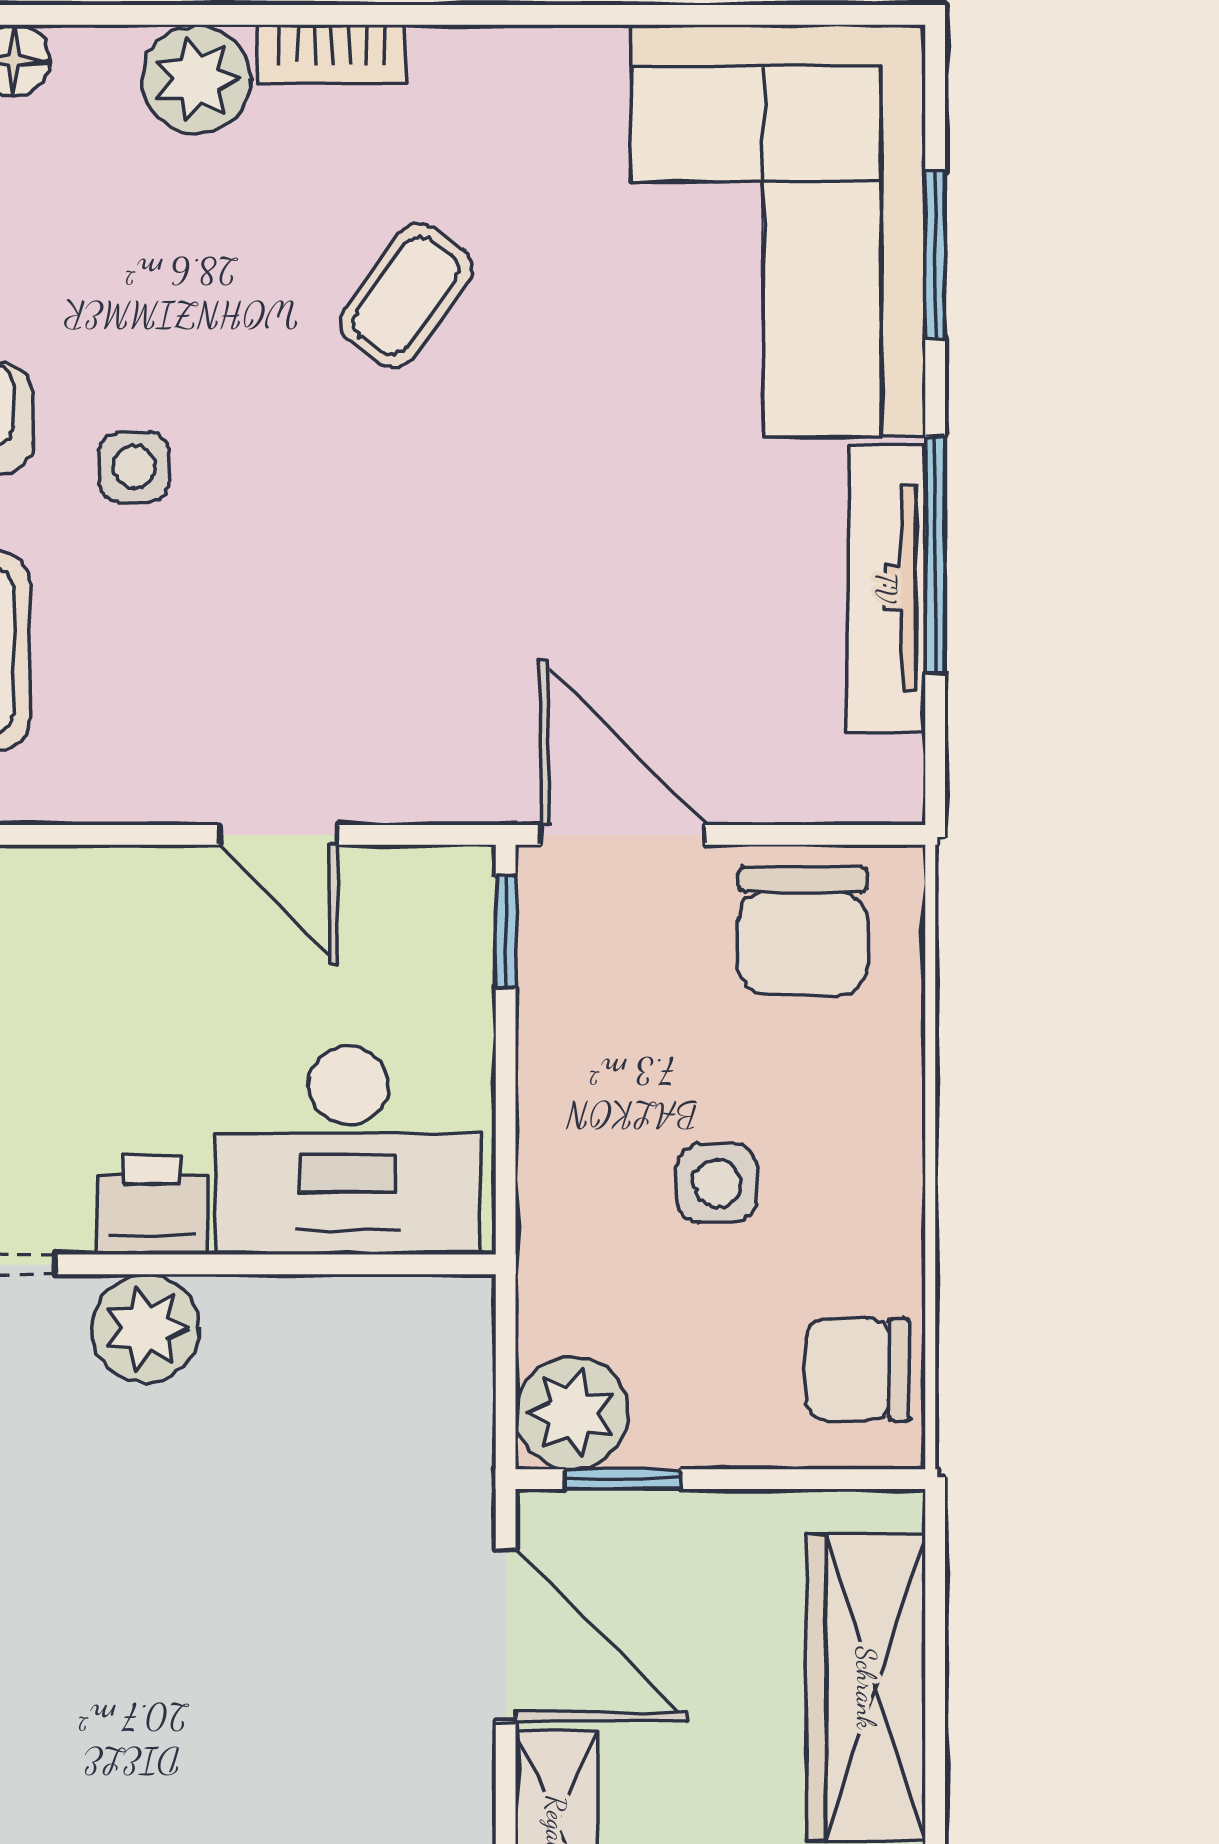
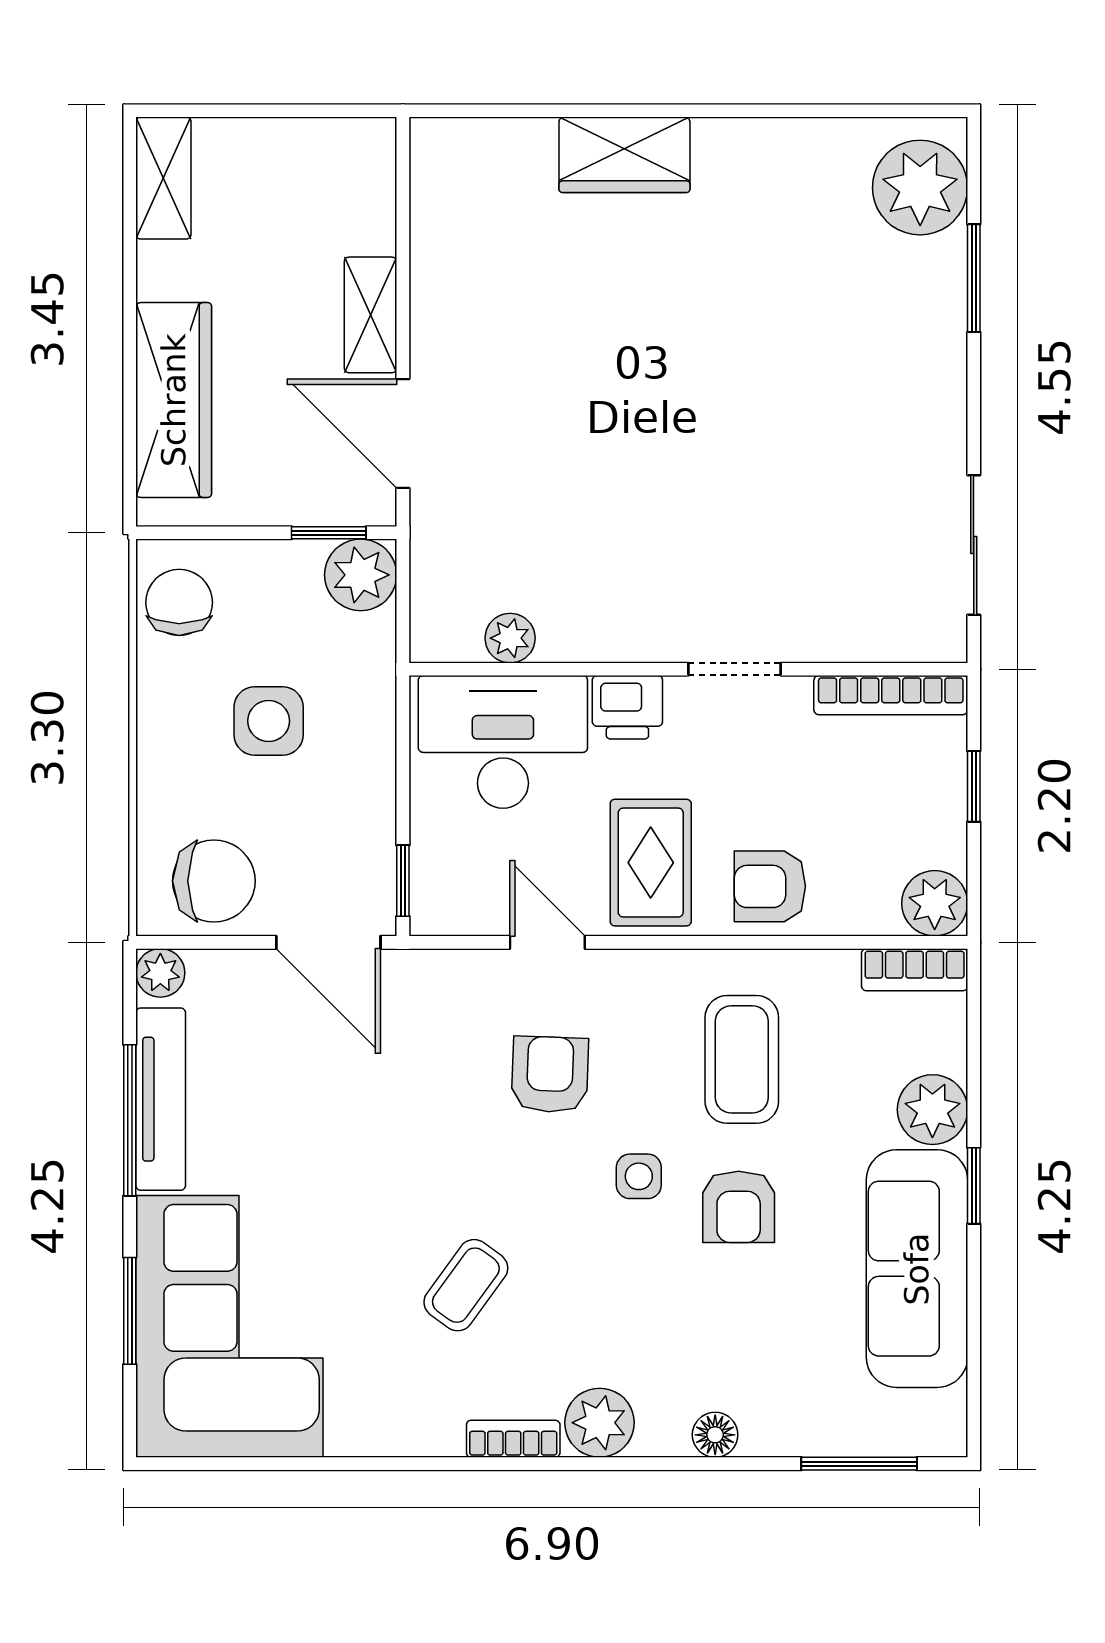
armchair: (274, 627) -> (550, 1075), added
plant: (887, 787) -> (160, 973), added
chair: (803, 931) -> (214, 881), turned 90
rug: (116, 960) -> (651, 863), added
side table: (717, 1183) -> (269, 721), width x1.37, depth x1.37
plant: (146, 1328) -> (510, 638), moved, width x0.73, depth x0.73
chair: (857, 1370) -> (179, 602), turned -90

